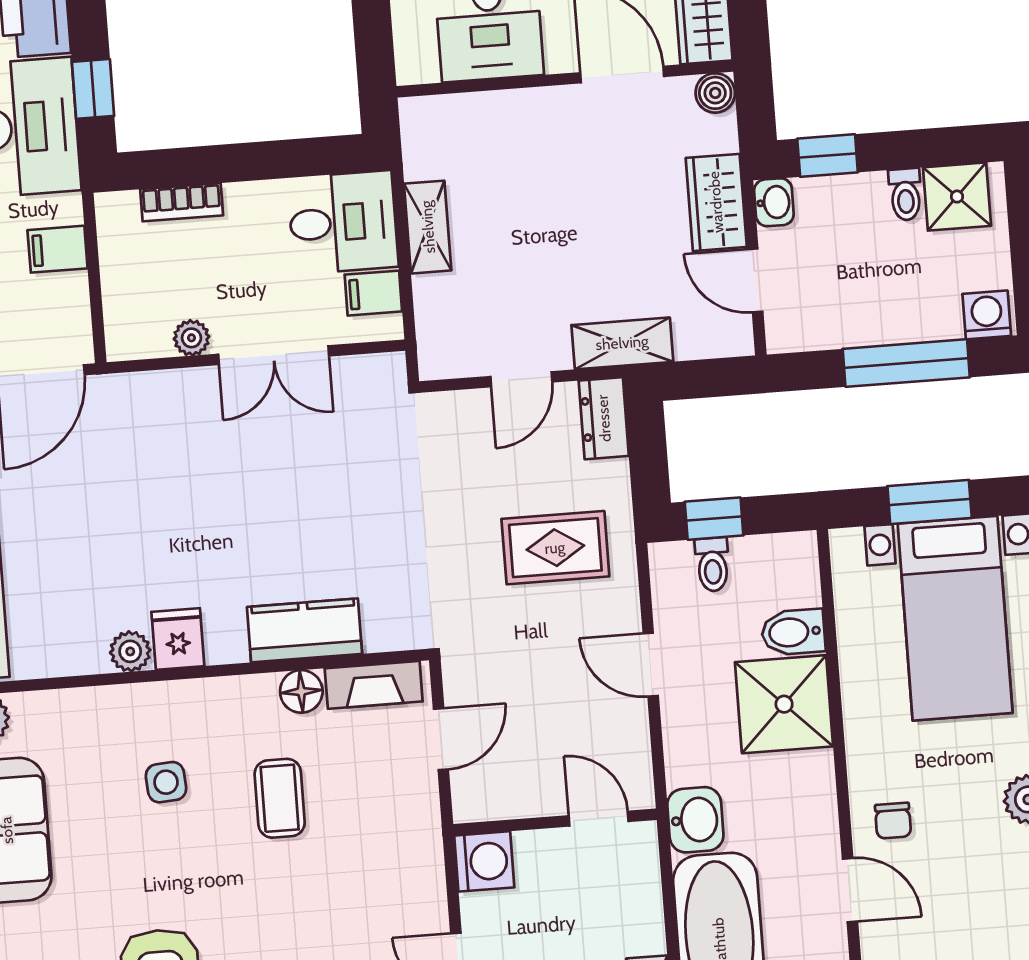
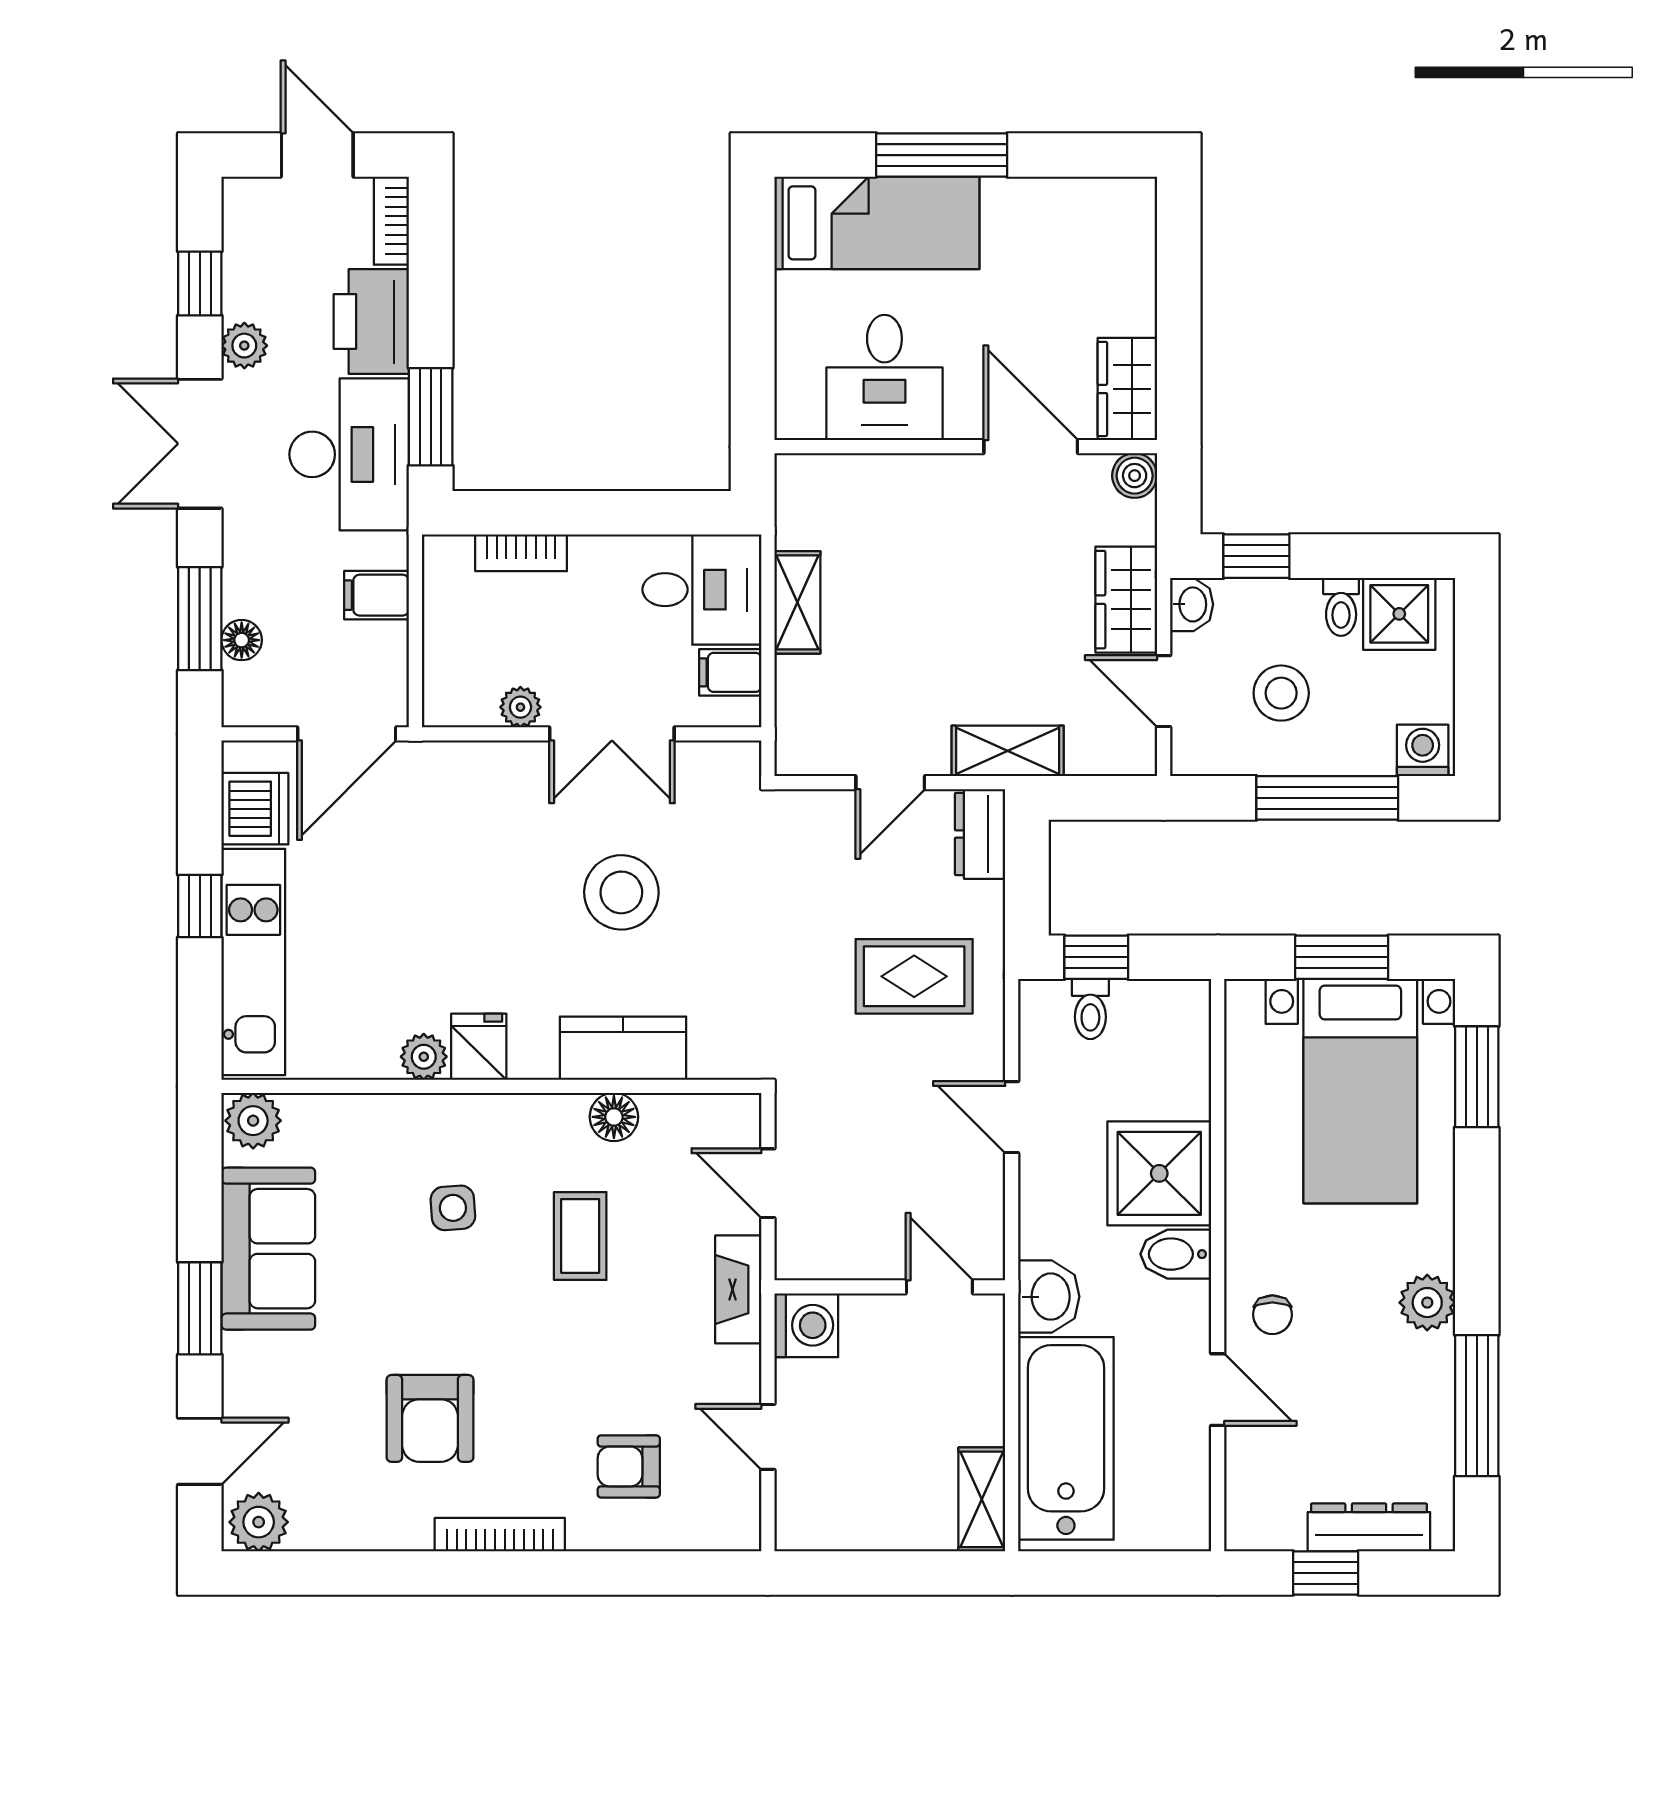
window: (93, 89) -> (431, 417), width x1.50
stool: (859, 274) -> (1281, 693), added
stool: (293, 494) -> (621, 892), added
bidet: (793, 632) -> (1176, 1254), moved
fireplace: (374, 685) -> (738, 1289), moved, turned 90
door: (441, 739) -> (768, 1183), swing flipped

